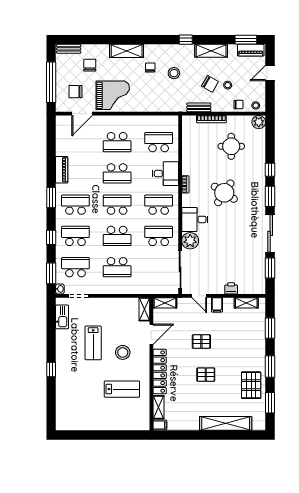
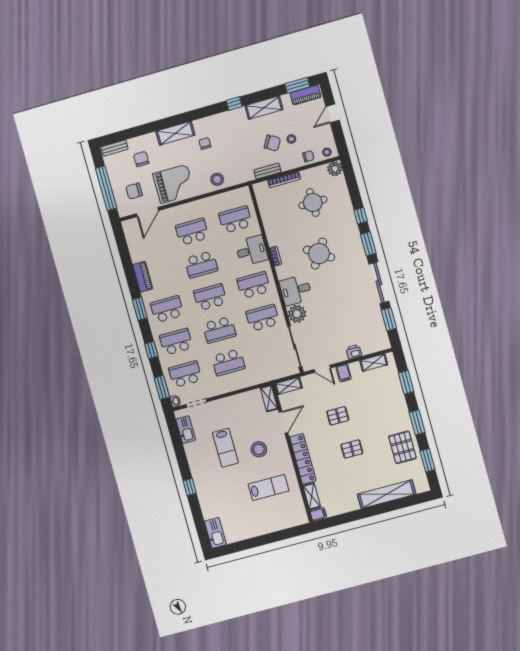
stool: (174, 73) -> (217, 179), moved
school desk: (117, 142) -> (192, 232), turned 180
kitchen sink: (63, 417) -> (215, 533), added

